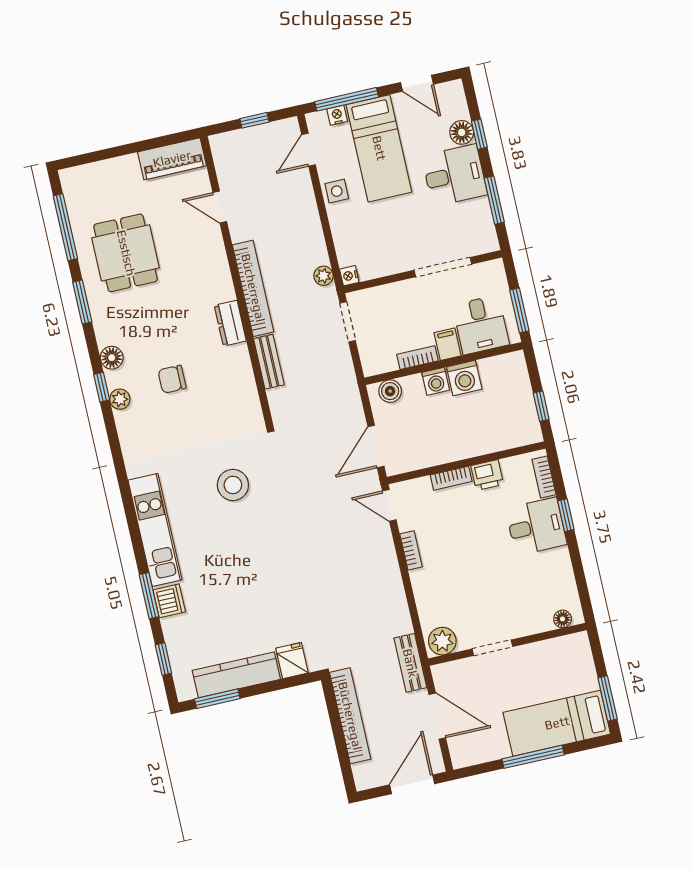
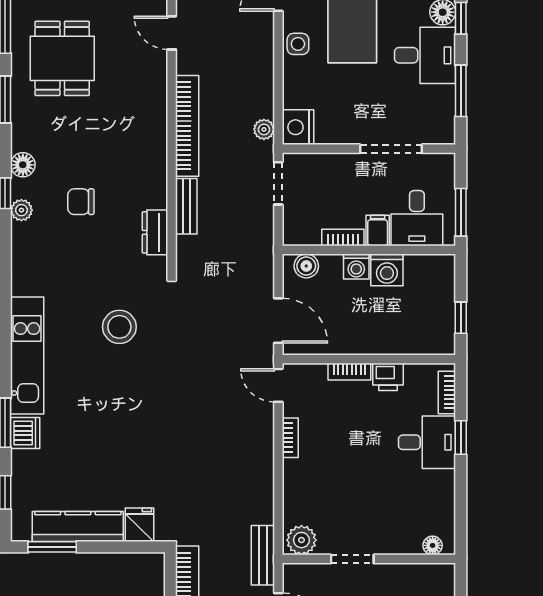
nightstand: (349, 276) -> (298, 127), width x1.89, depth x1.79
dresser: (230, 323) -> (155, 232), moved
door: (376, 447) -> (278, 321), swing flipped

